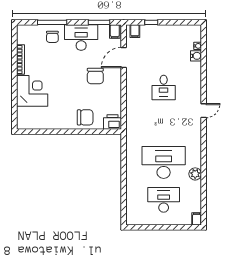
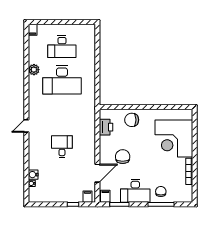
corner desk: (32, 91) -> (174, 139), width x1.36, depth x1.36
printer: (112, 122) -> (106, 127), moved, turned -90

